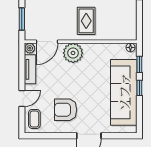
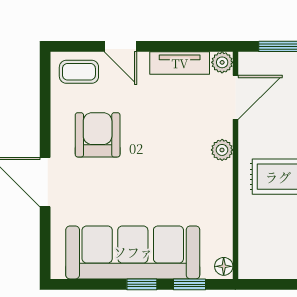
door: (47, 42) -> (235, 97), swing flipped
plant: (73, 53) -> (222, 150), width x0.53, depth x0.53

